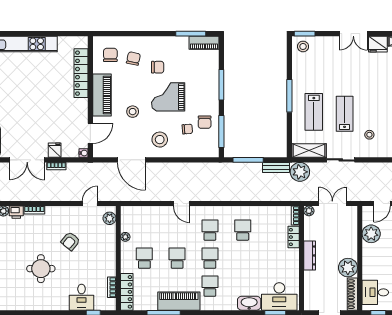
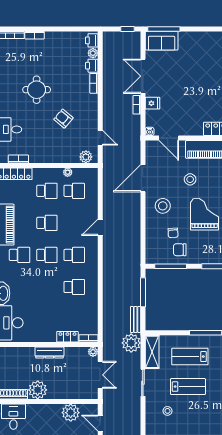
school desk: (144, 230) -> (74, 191), added

